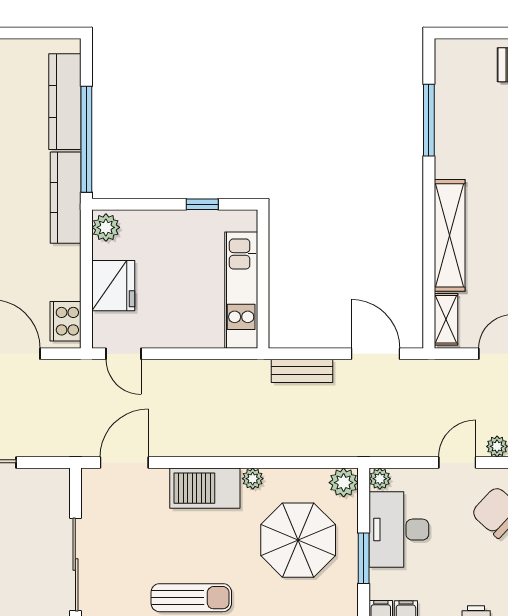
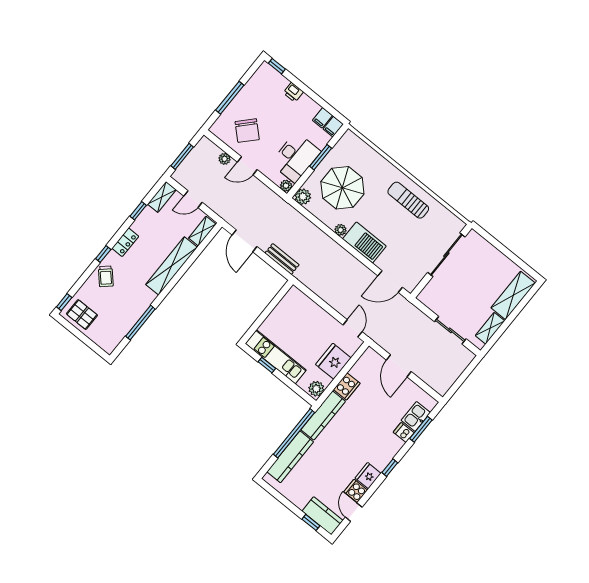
kitchen unit: (241, 290) -> (276, 357), moved, turned -90
cooker: (66, 321) -> (347, 386), moved

